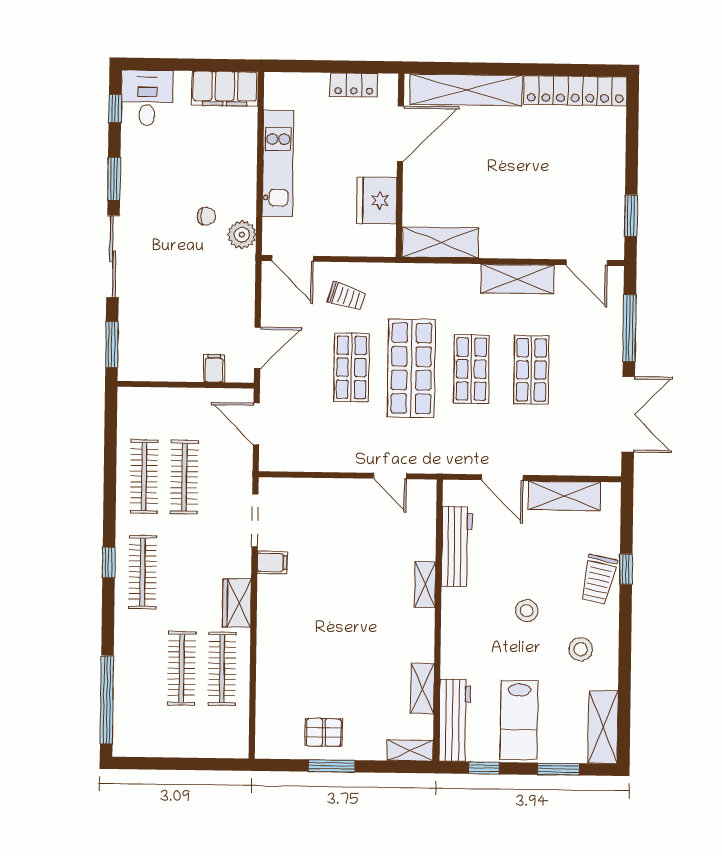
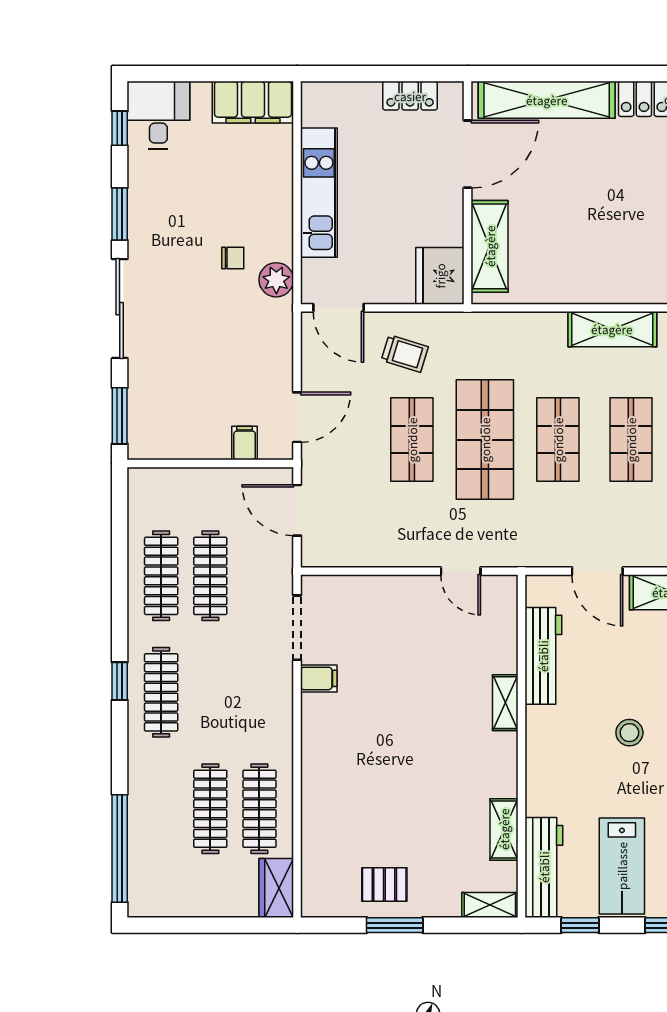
fridge: (377, 200) -> (440, 276), moved
shelving: (441, 242) -> (490, 246), moved, turned 90
wardrobe: (237, 603) -> (276, 888), moved

